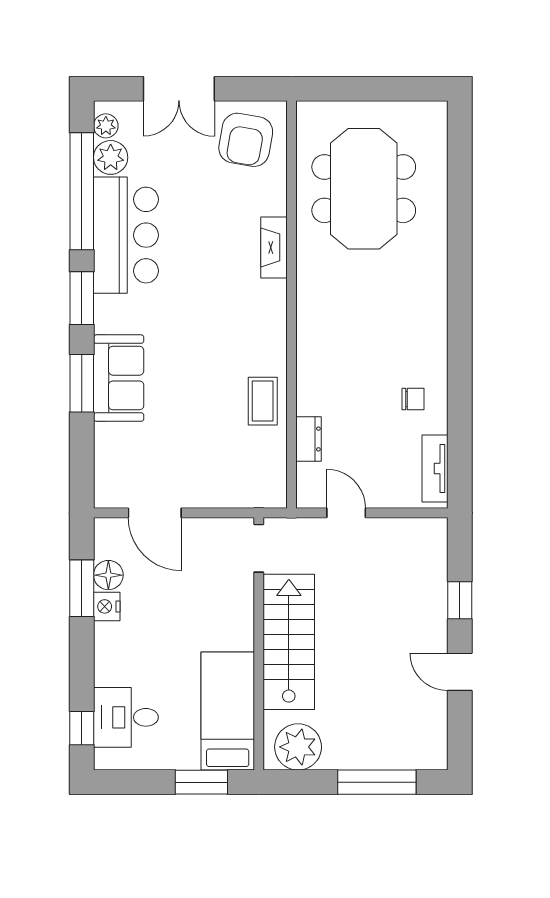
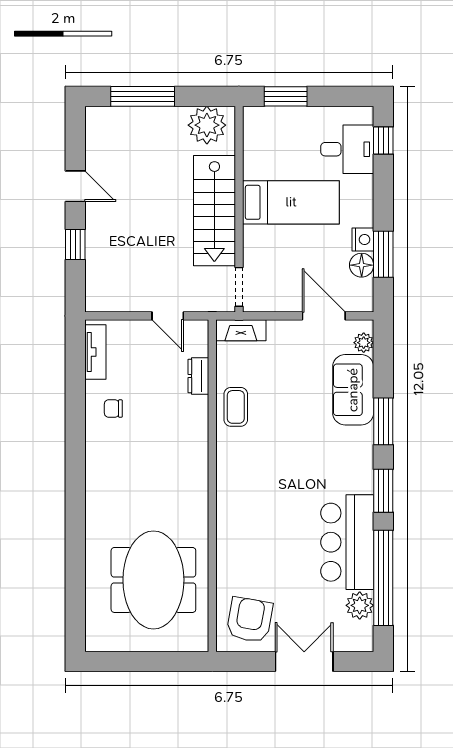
plant: (106, 126) -> (364, 343), moved
fireplace: (274, 247) -> (241, 330), moved, turned 90
sofa: (119, 378) -> (353, 390), moved
bed: (228, 711) -> (291, 202), moved, turned -90

